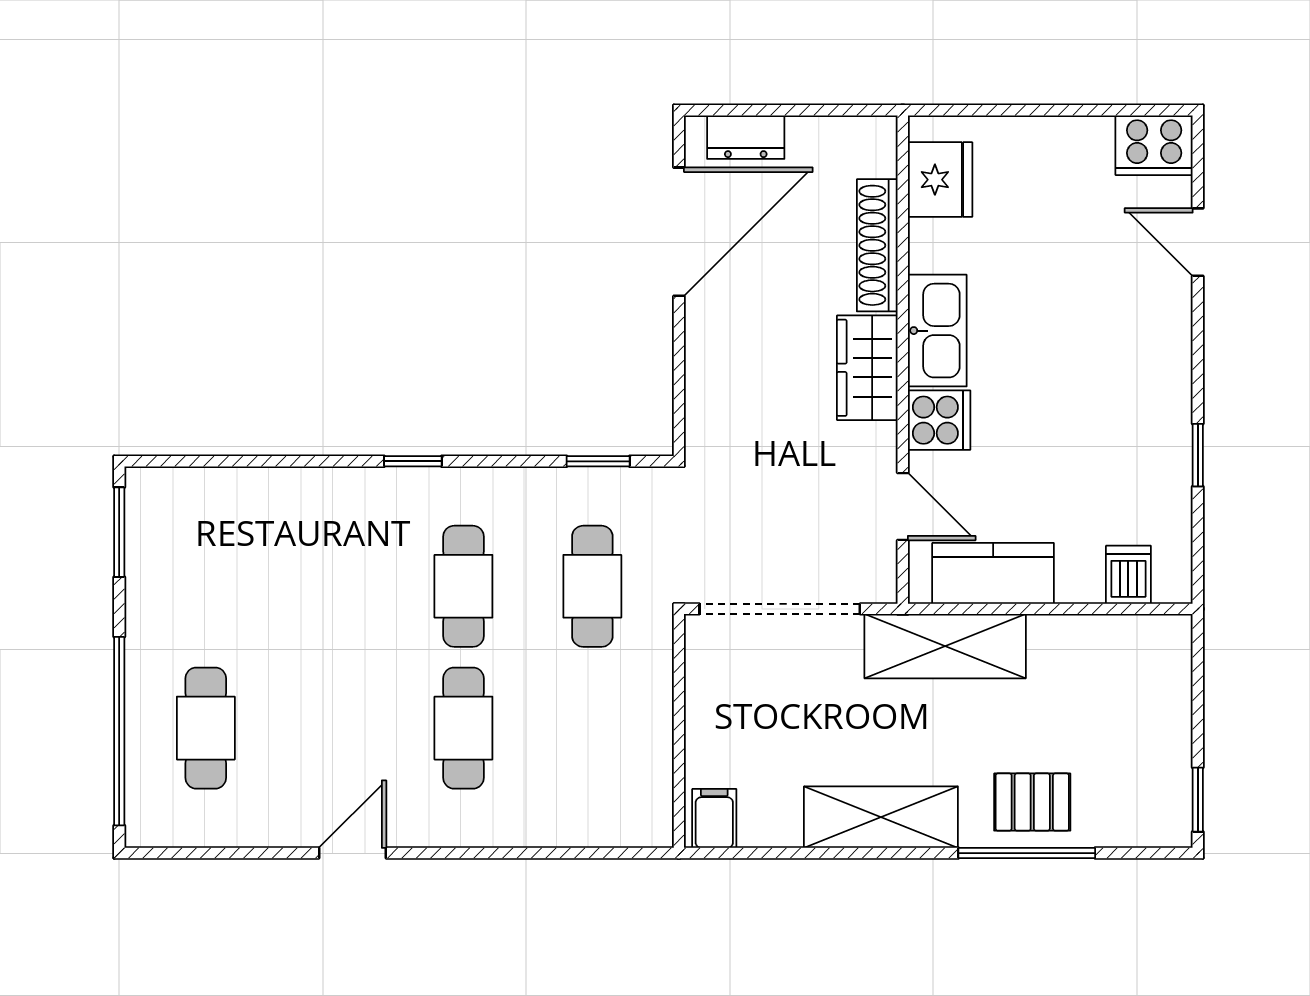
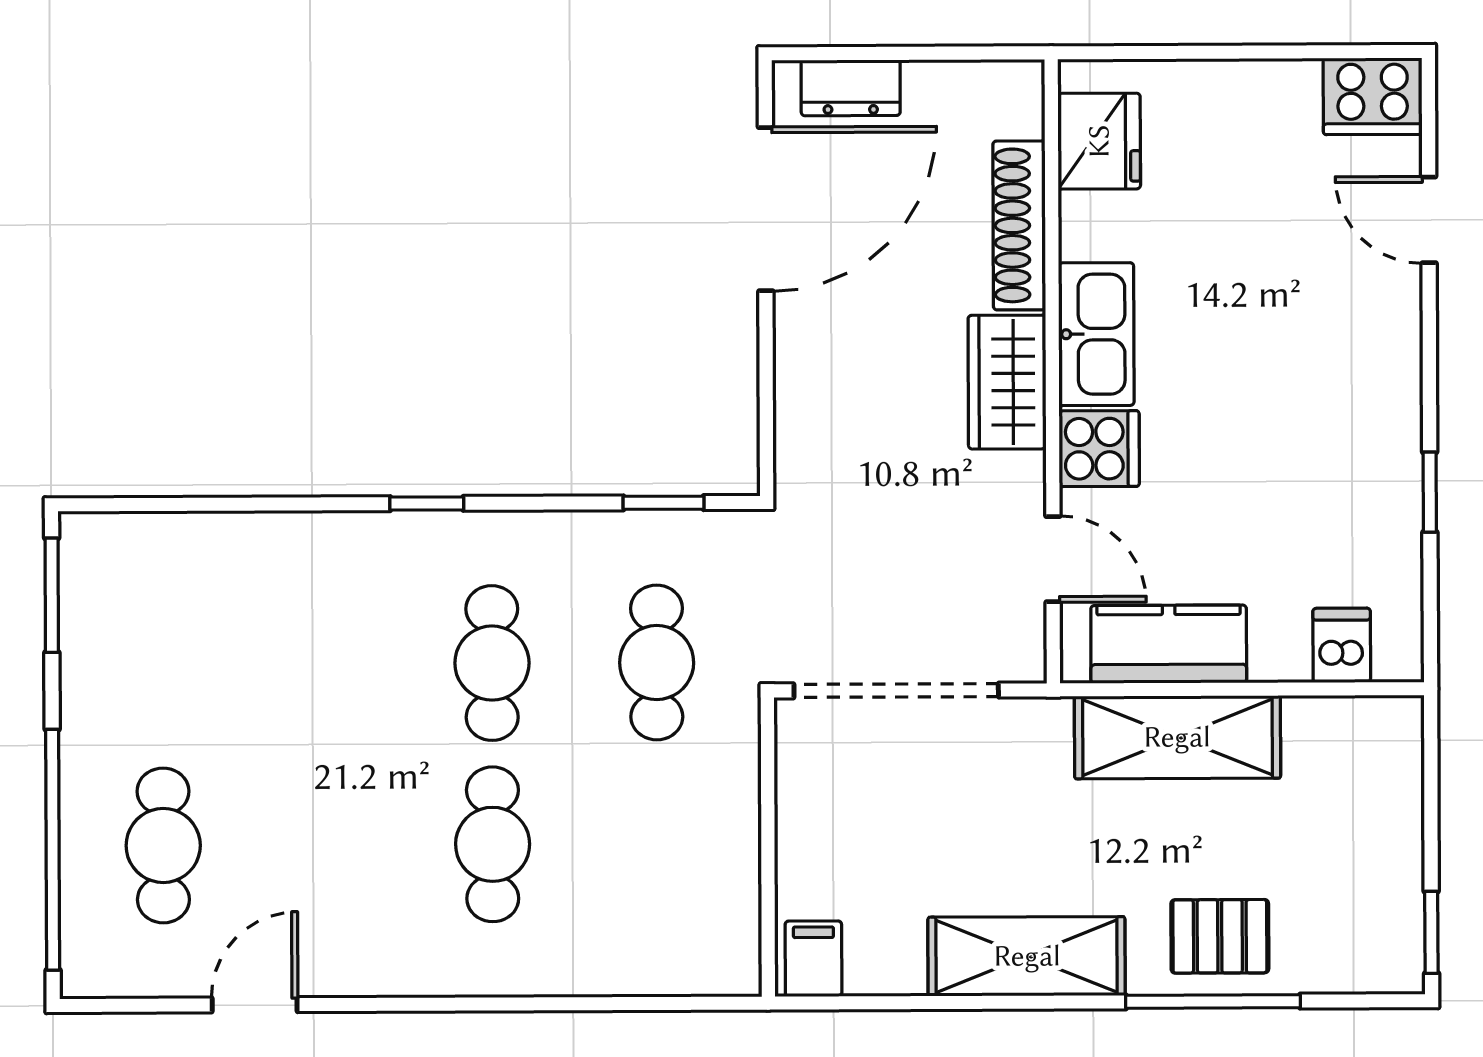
shelving: (945, 646) -> (1177, 737), moved
door: (353, 853) -> (255, 1005), moved

